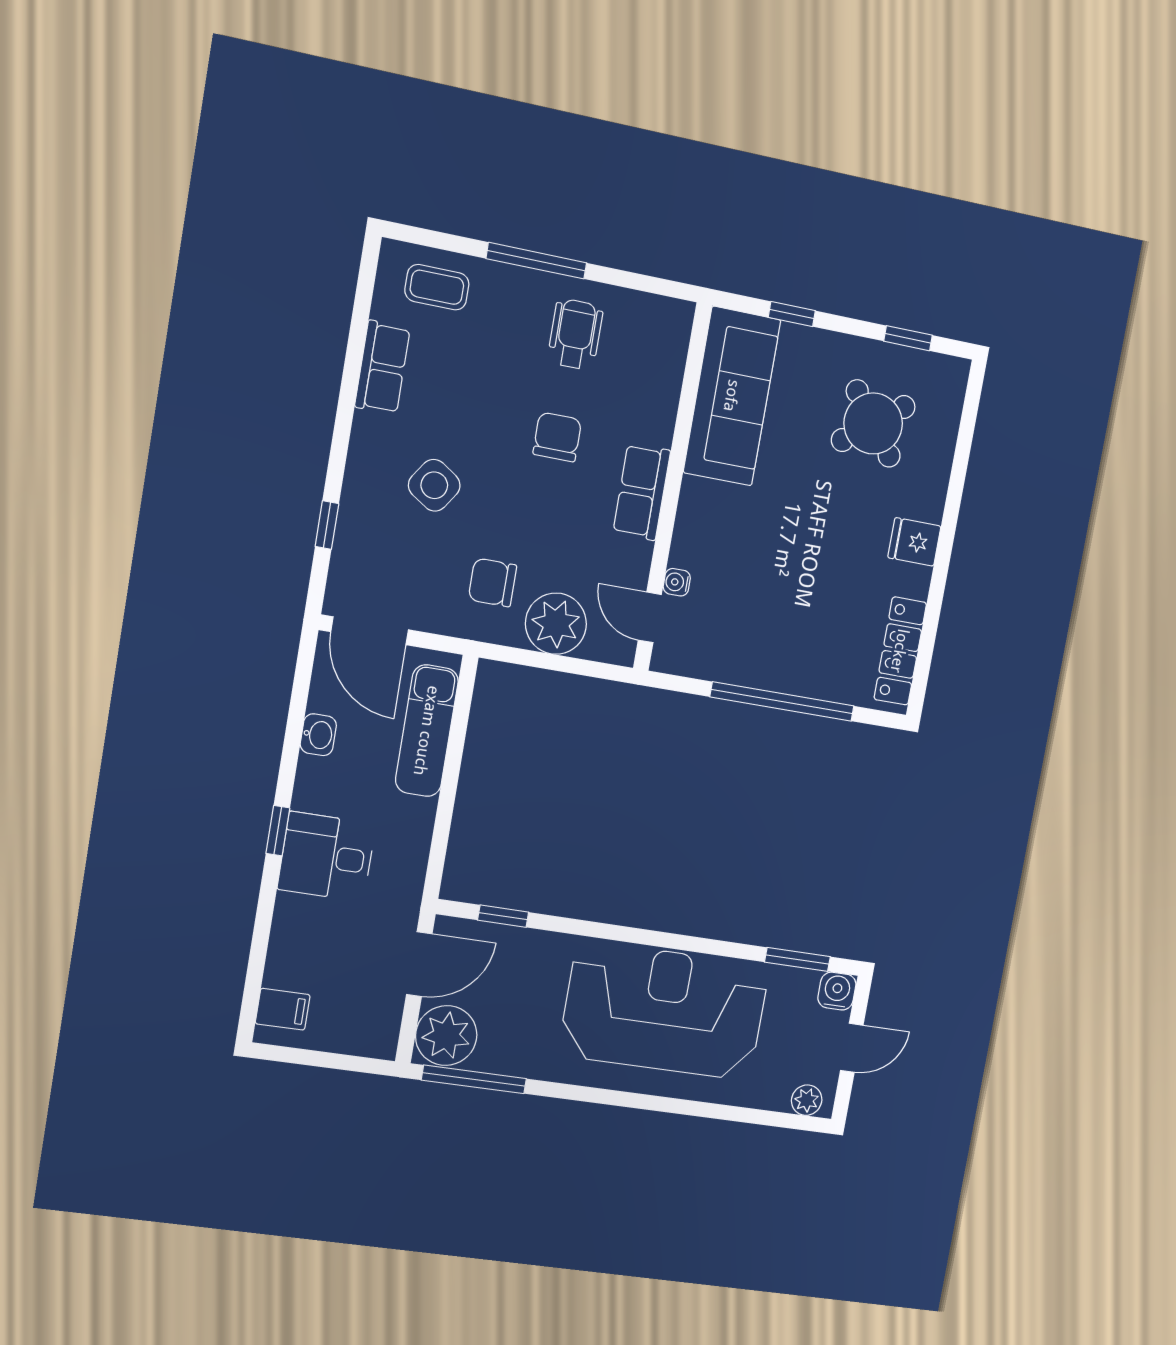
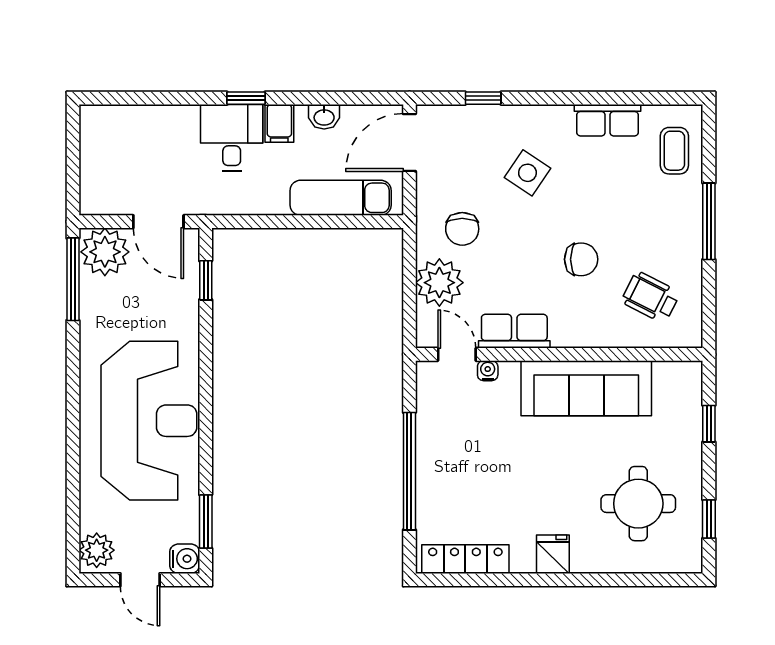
wheelchair: (575, 334) -> (651, 297), moved, turned -153
sofa: (732, 396) -> (586, 388), moved
round table: (873, 423) -> (638, 504), turned 38
row of seats: (642, 492) -> (514, 331), moved
chair: (493, 582) -> (462, 229), turned 180
door: (650, 617) -> (457, 354), hinge flipped
filing cabinet: (283, 1009) -> (279, 123), moved
plant: (807, 1100) -> (97, 550), width x1.38, depth x1.38

